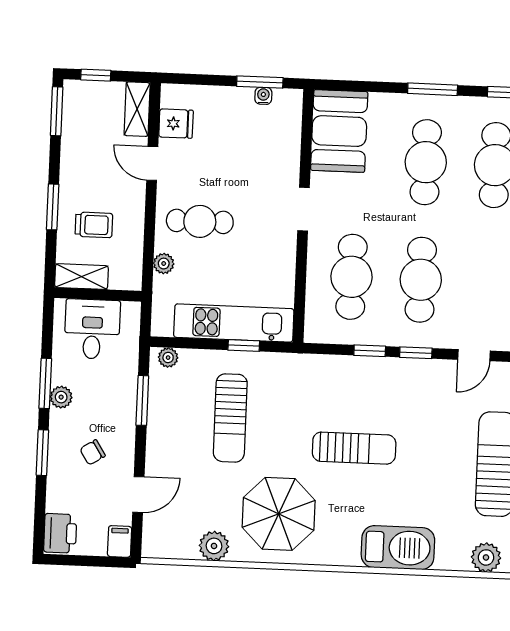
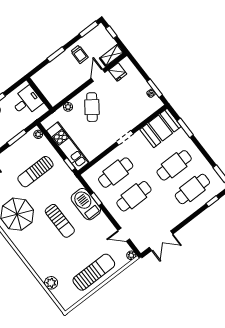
window: (433, 89) -> (185, 128), moved
cafe table: (200, 221) -> (92, 107), turned 36
trolley: (94, 225) -> (79, 54), moved
shelving: (81, 277) -> (41, 83), removed
window: (244, 346) -> (69, 164), moved
window: (416, 353) -> (108, 215), removed
barbecue: (398, 548) -> (86, 204), moved, turned 180
plant: (486, 557) -> (51, 283), moved

